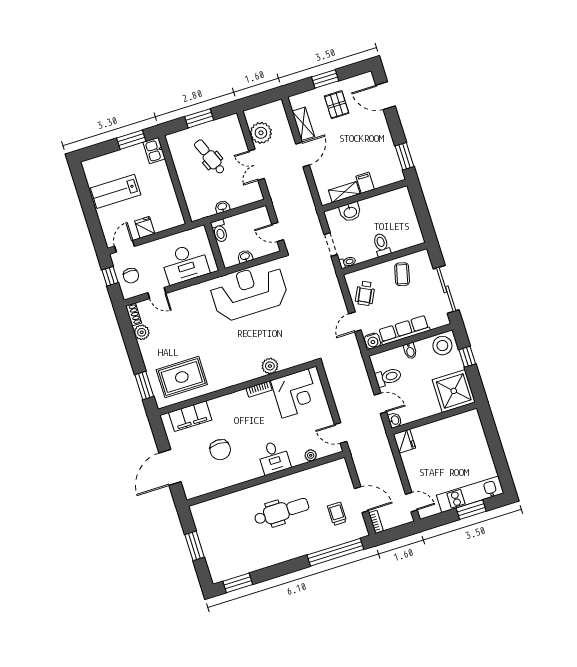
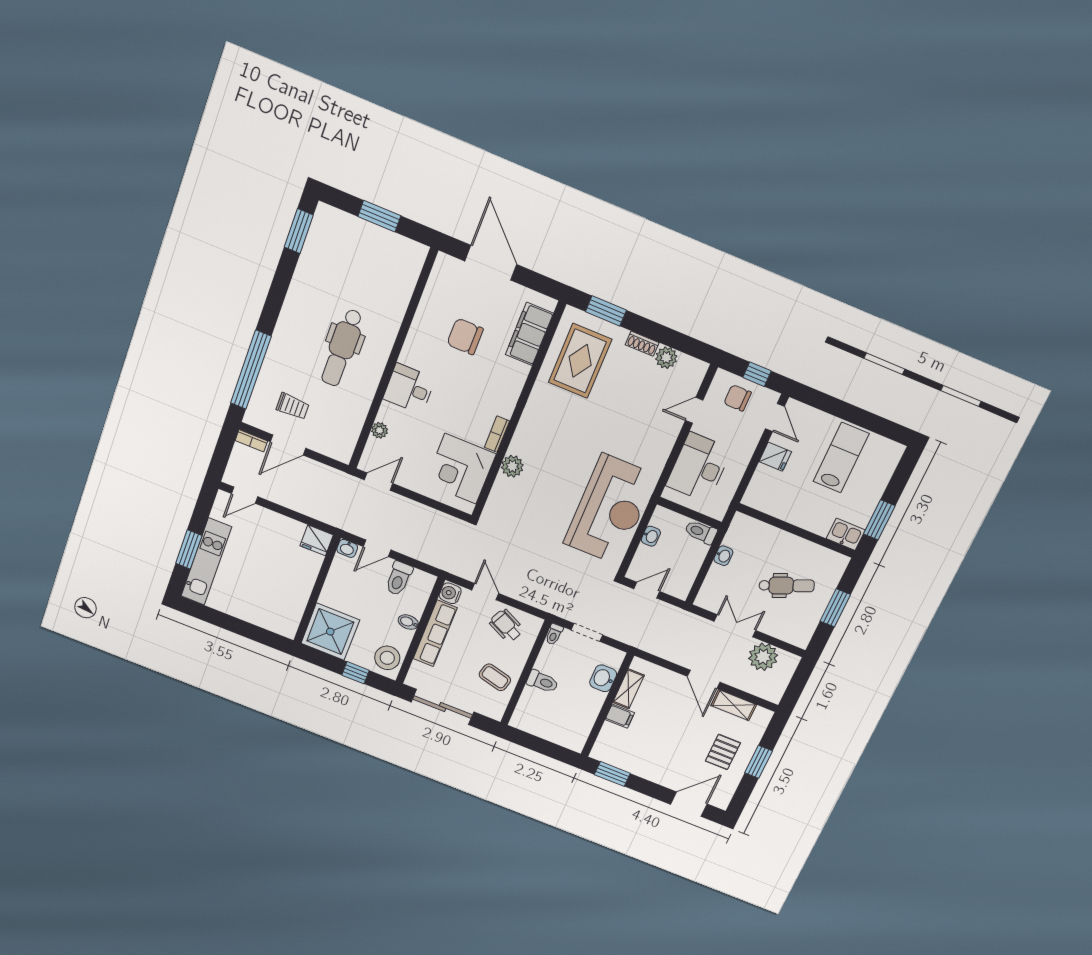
pallet: (337, 105) -> (723, 752), turned 90
shoe rack: (134, 315) -> (642, 344), moved

